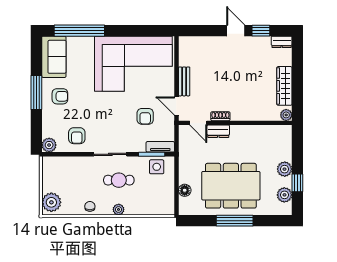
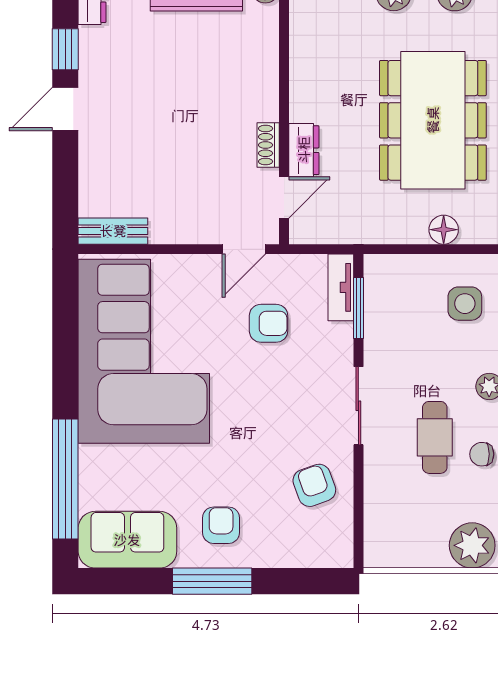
bench: (184, 81) -> (113, 231), moved
armchair: (77, 136) -> (314, 485), turned -110
plant: (49, 145) -> (336, 551), removed
side table: (157, 167) -> (465, 304), moved
cafe table: (119, 180) -> (435, 437), moved

